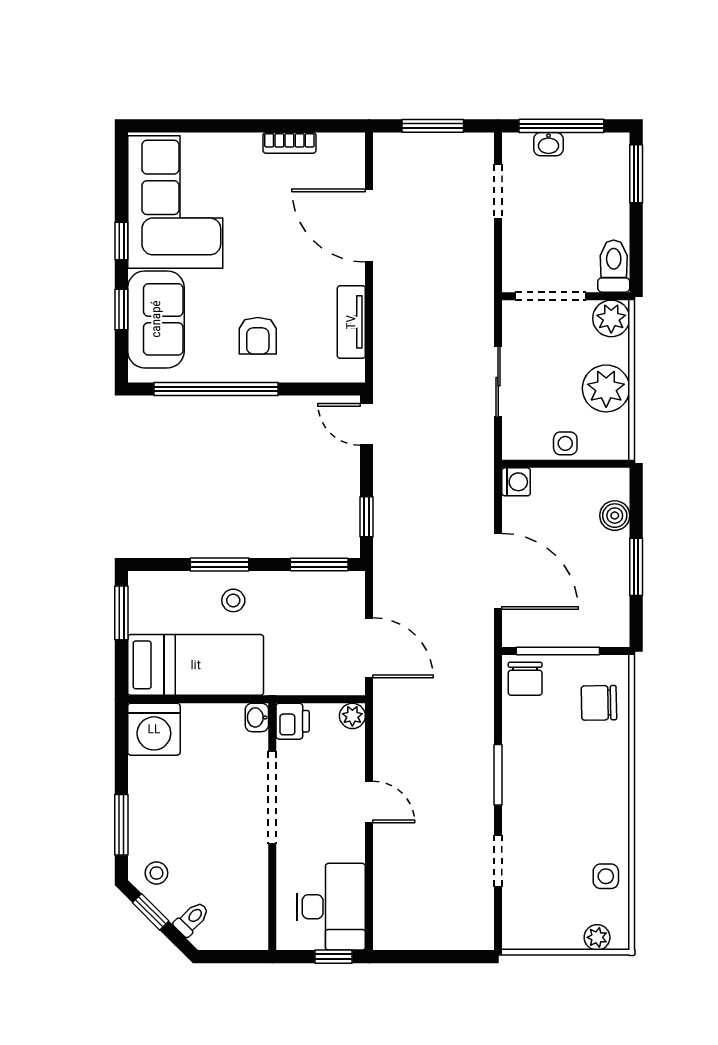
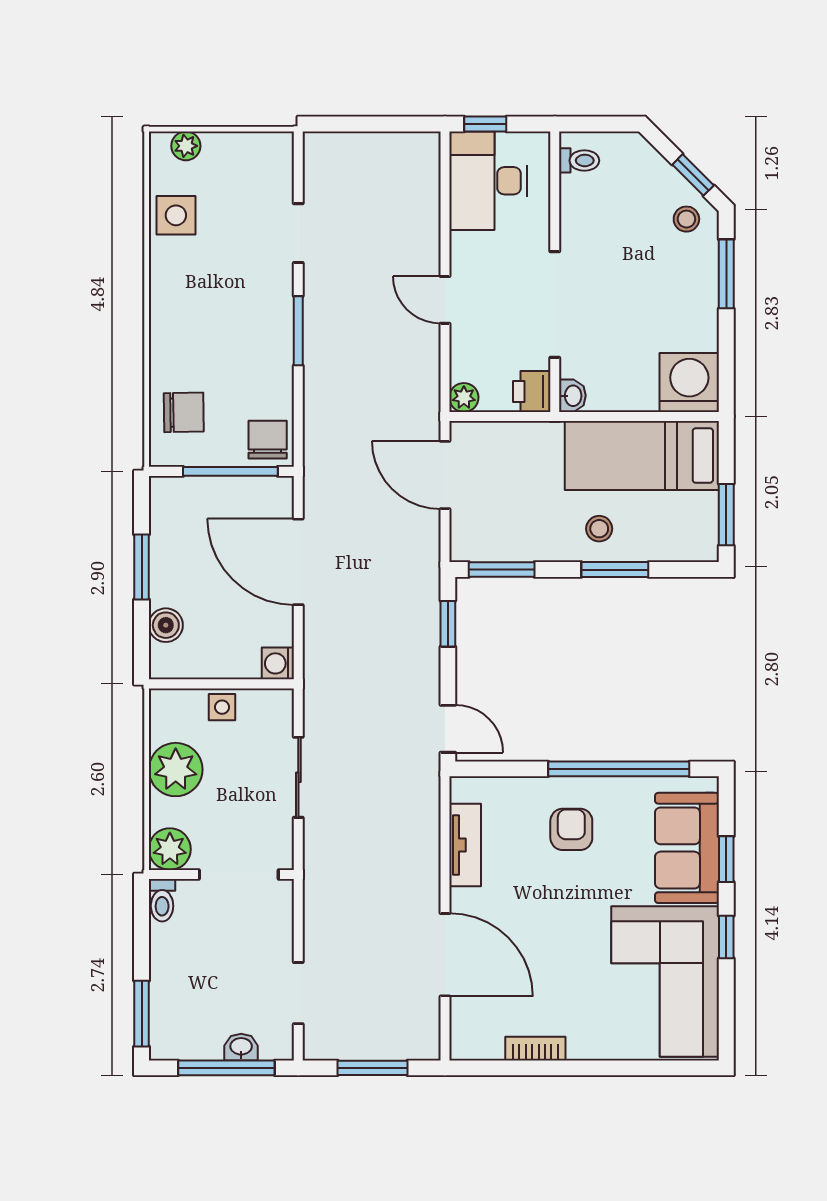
toilet: (614, 266) -> (162, 900), width x0.73, depth x0.72
side table: (606, 876) -> (176, 215), width x1.37, depth x1.37
toilet: (192, 919) -> (579, 160), moved, turned -135

